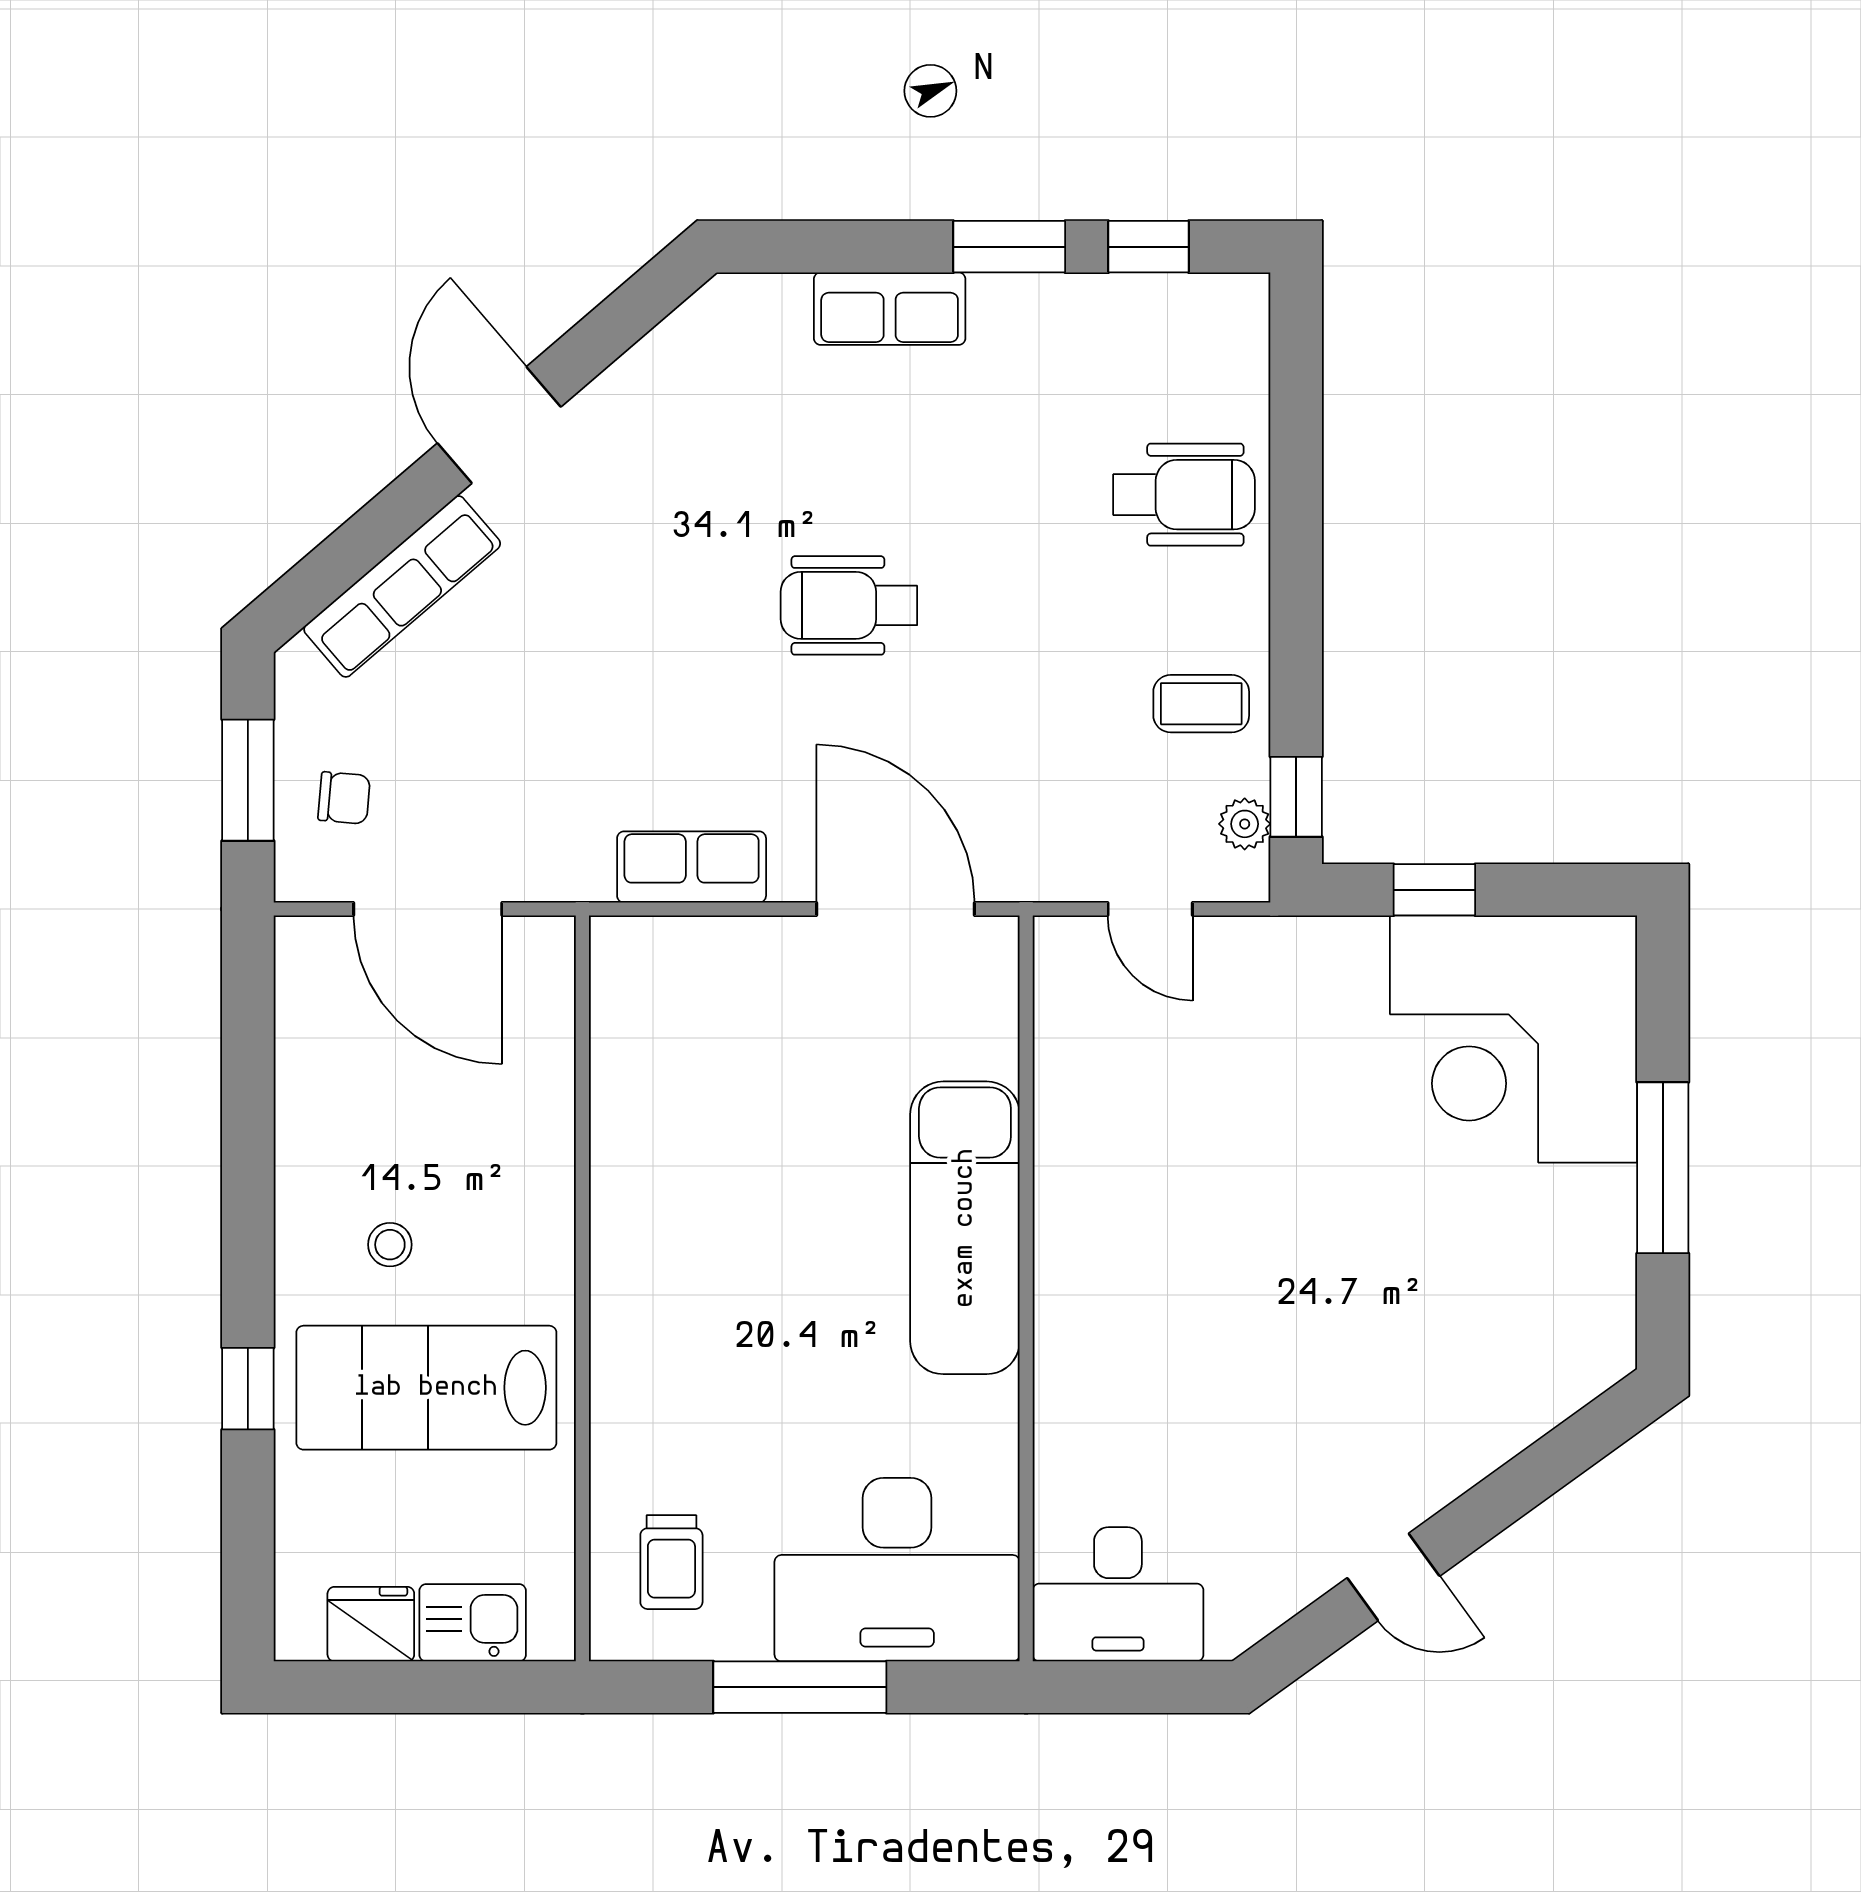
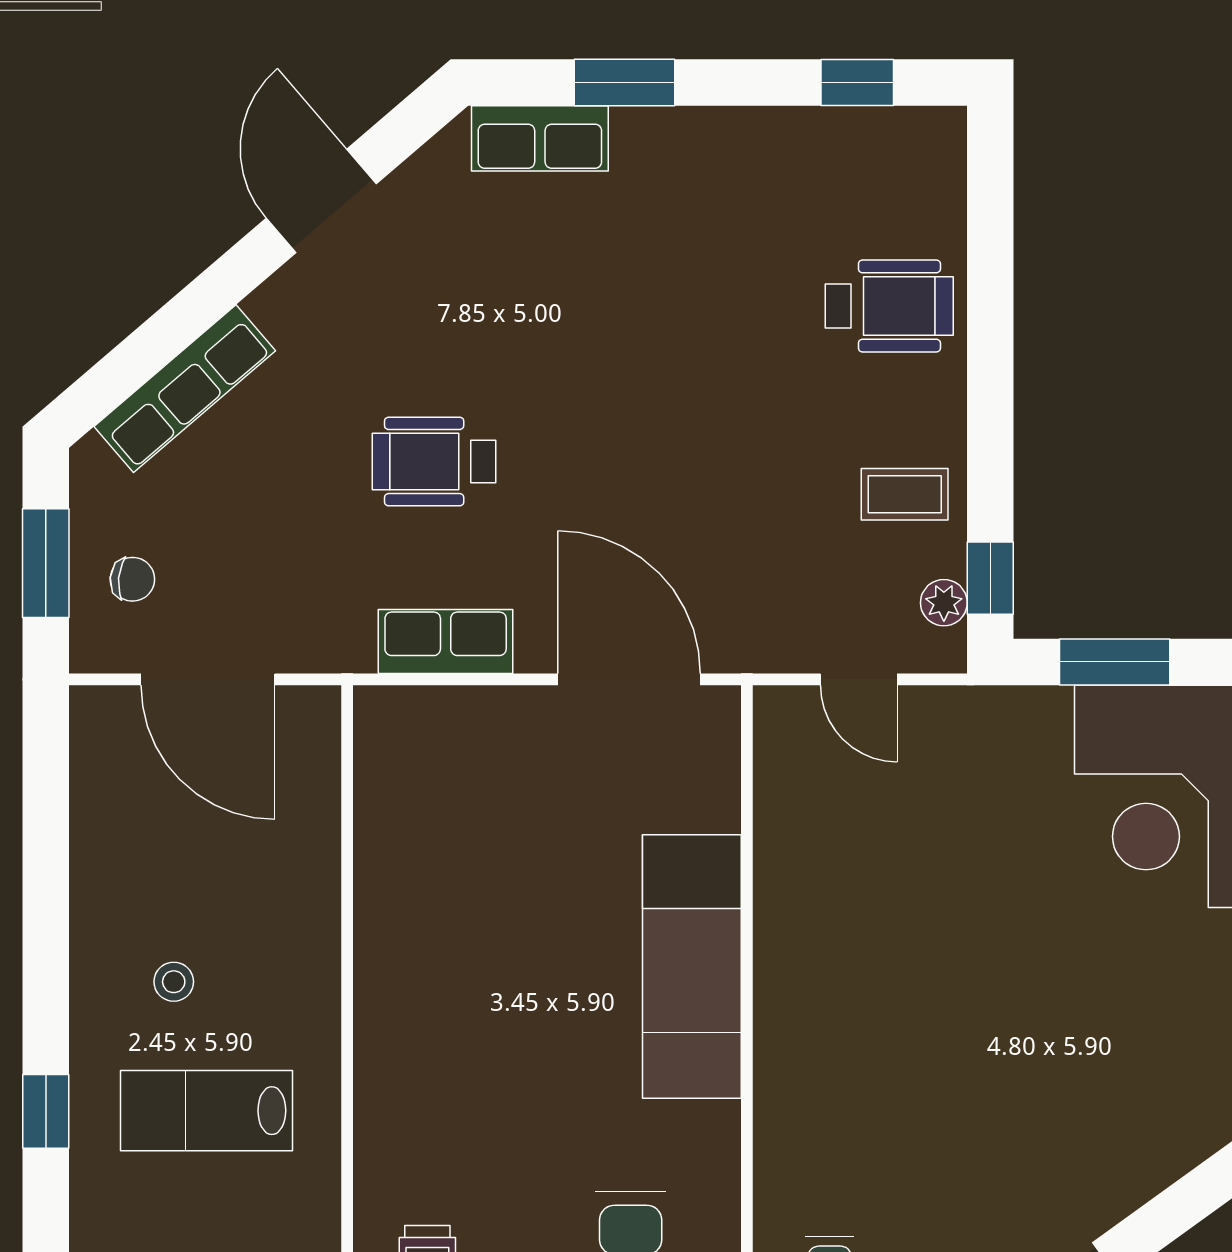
window: (1009, 247) -> (624, 83), moved
row of seats: (890, 309) -> (540, 138), moved
door: (499, 425) -> (321, 201), moved
wheelchair: (849, 605) -> (434, 462), moved
window: (1434, 890) -> (1115, 662), width x1.50
lab bench: (426, 1388) -> (207, 1111), width x0.73, depth x0.72

